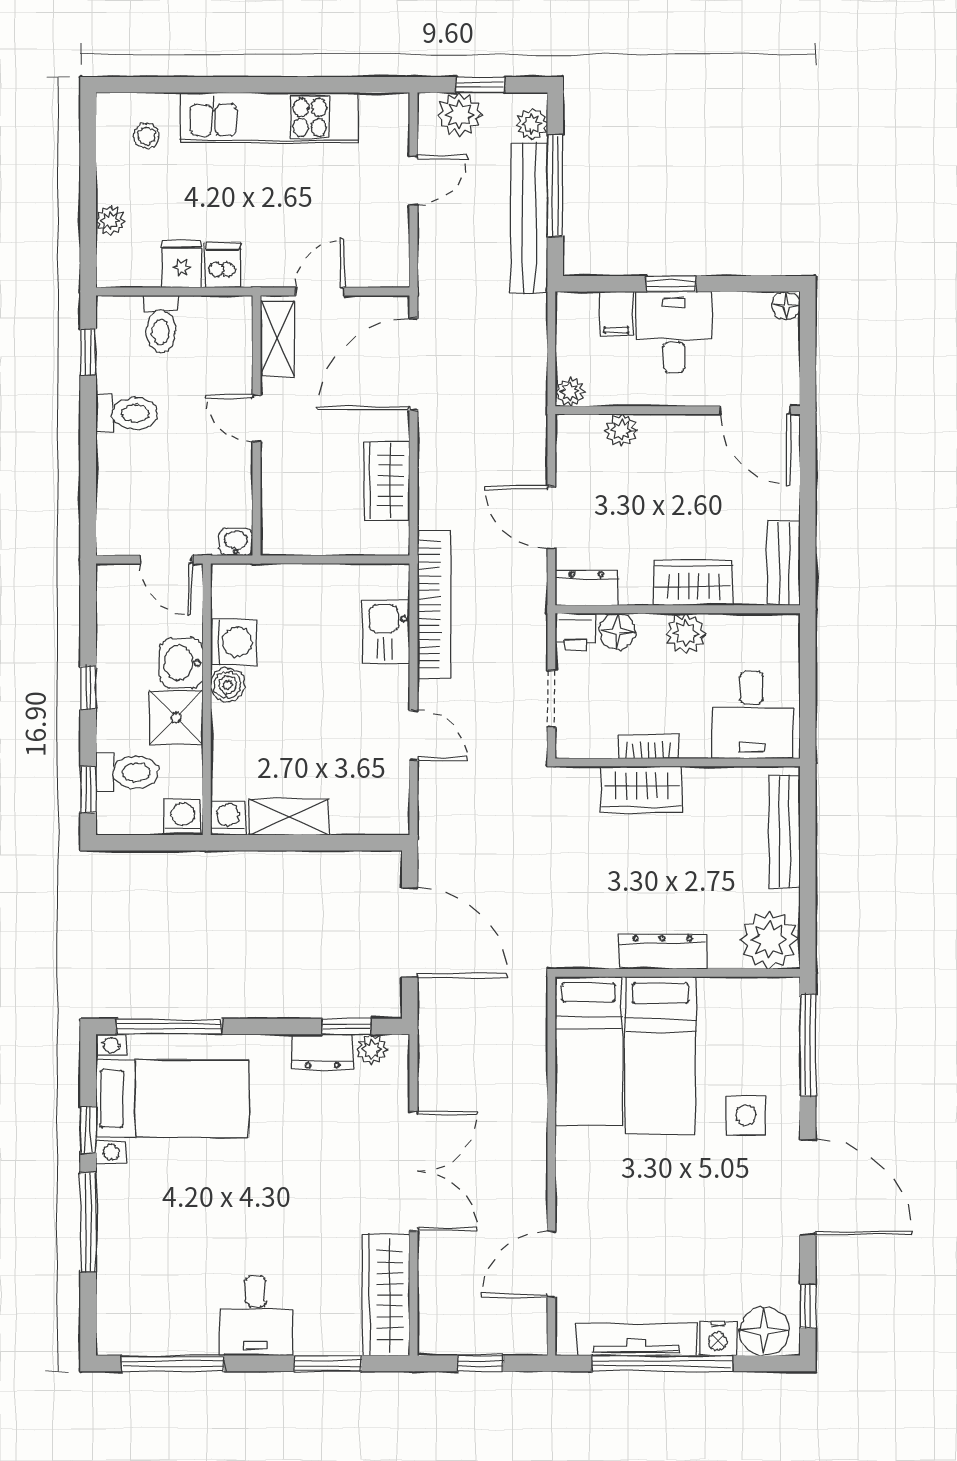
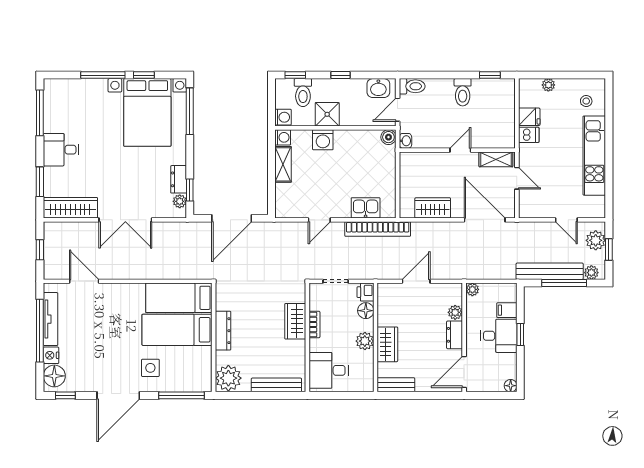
toilet: (161, 324) -> (412, 86), moved, turned 180
dresser: (586, 588) -> (455, 335), moved, turned 180
washing machine: (233, 642) -> (323, 140), moved
washbasin: (181, 663) -> (378, 88), moved, turned 180
boiler: (227, 685) -> (388, 137), moved
bed with nightstands: (172, 1099) -> (147, 112), width x1.36

